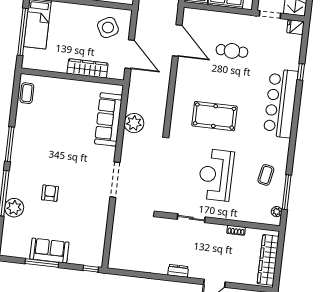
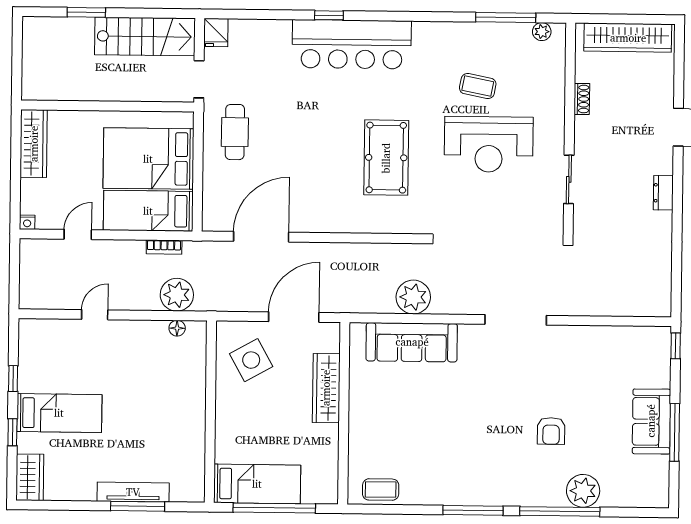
cafe table: (232, 51) -> (235, 132), moved
window: (301, 72) -> (329, 15), moved
coffee table: (266, 175) -> (478, 86), moved
armchair: (50, 193) -> (551, 431), turned -90

